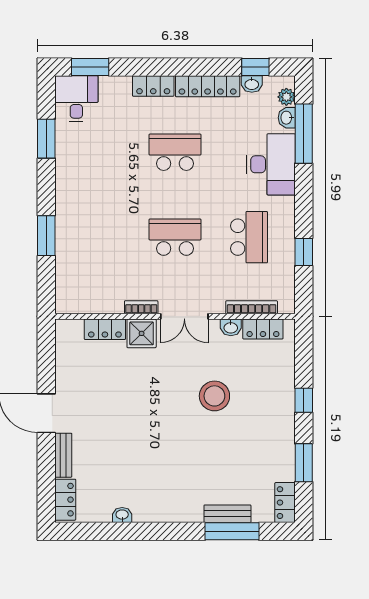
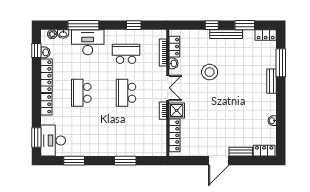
desk: (76, 99) -> (53, 141), width x1.37
window: (304, 134) -> (83, 25), moved
locker: (105, 329) -> (174, 135), width x1.53
bench: (287, 427) -> (226, 34), added
bench: (227, 514) -> (272, 81), moved

